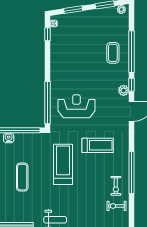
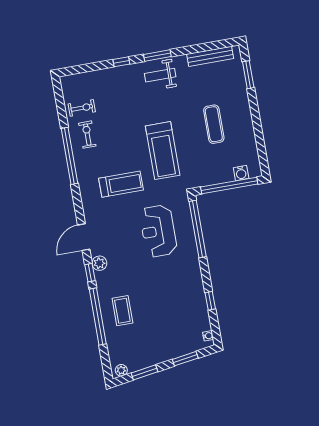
window: (48, 34) -> (210, 301), moved
reception desk: (76, 106) -> (158, 231), turned 90
treadmill: (98, 145) -> (121, 184), turned 180

